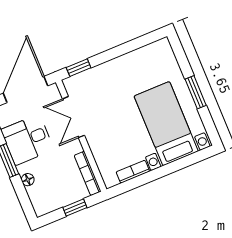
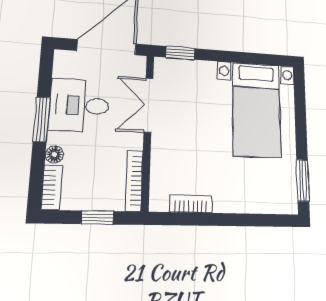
window: (196, 92) -> (303, 180), moved
bed with nightstands: (166, 124) -> (257, 110), moved, turned 180
bookcase: (37, 201) -> (52, 187), added

